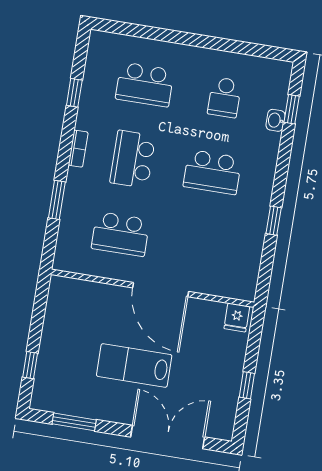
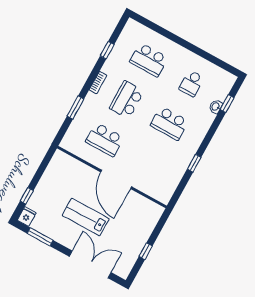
fridge: (237, 317) -> (27, 217), moved, turned 180

